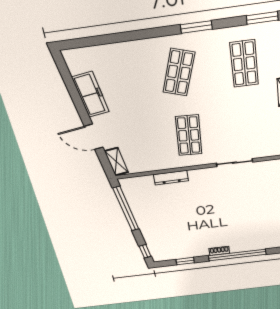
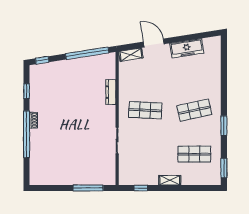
shop shelf: (179, 72) -> (194, 110), turned -30
door: (94, 137) -> (154, 43), hinge flipped

